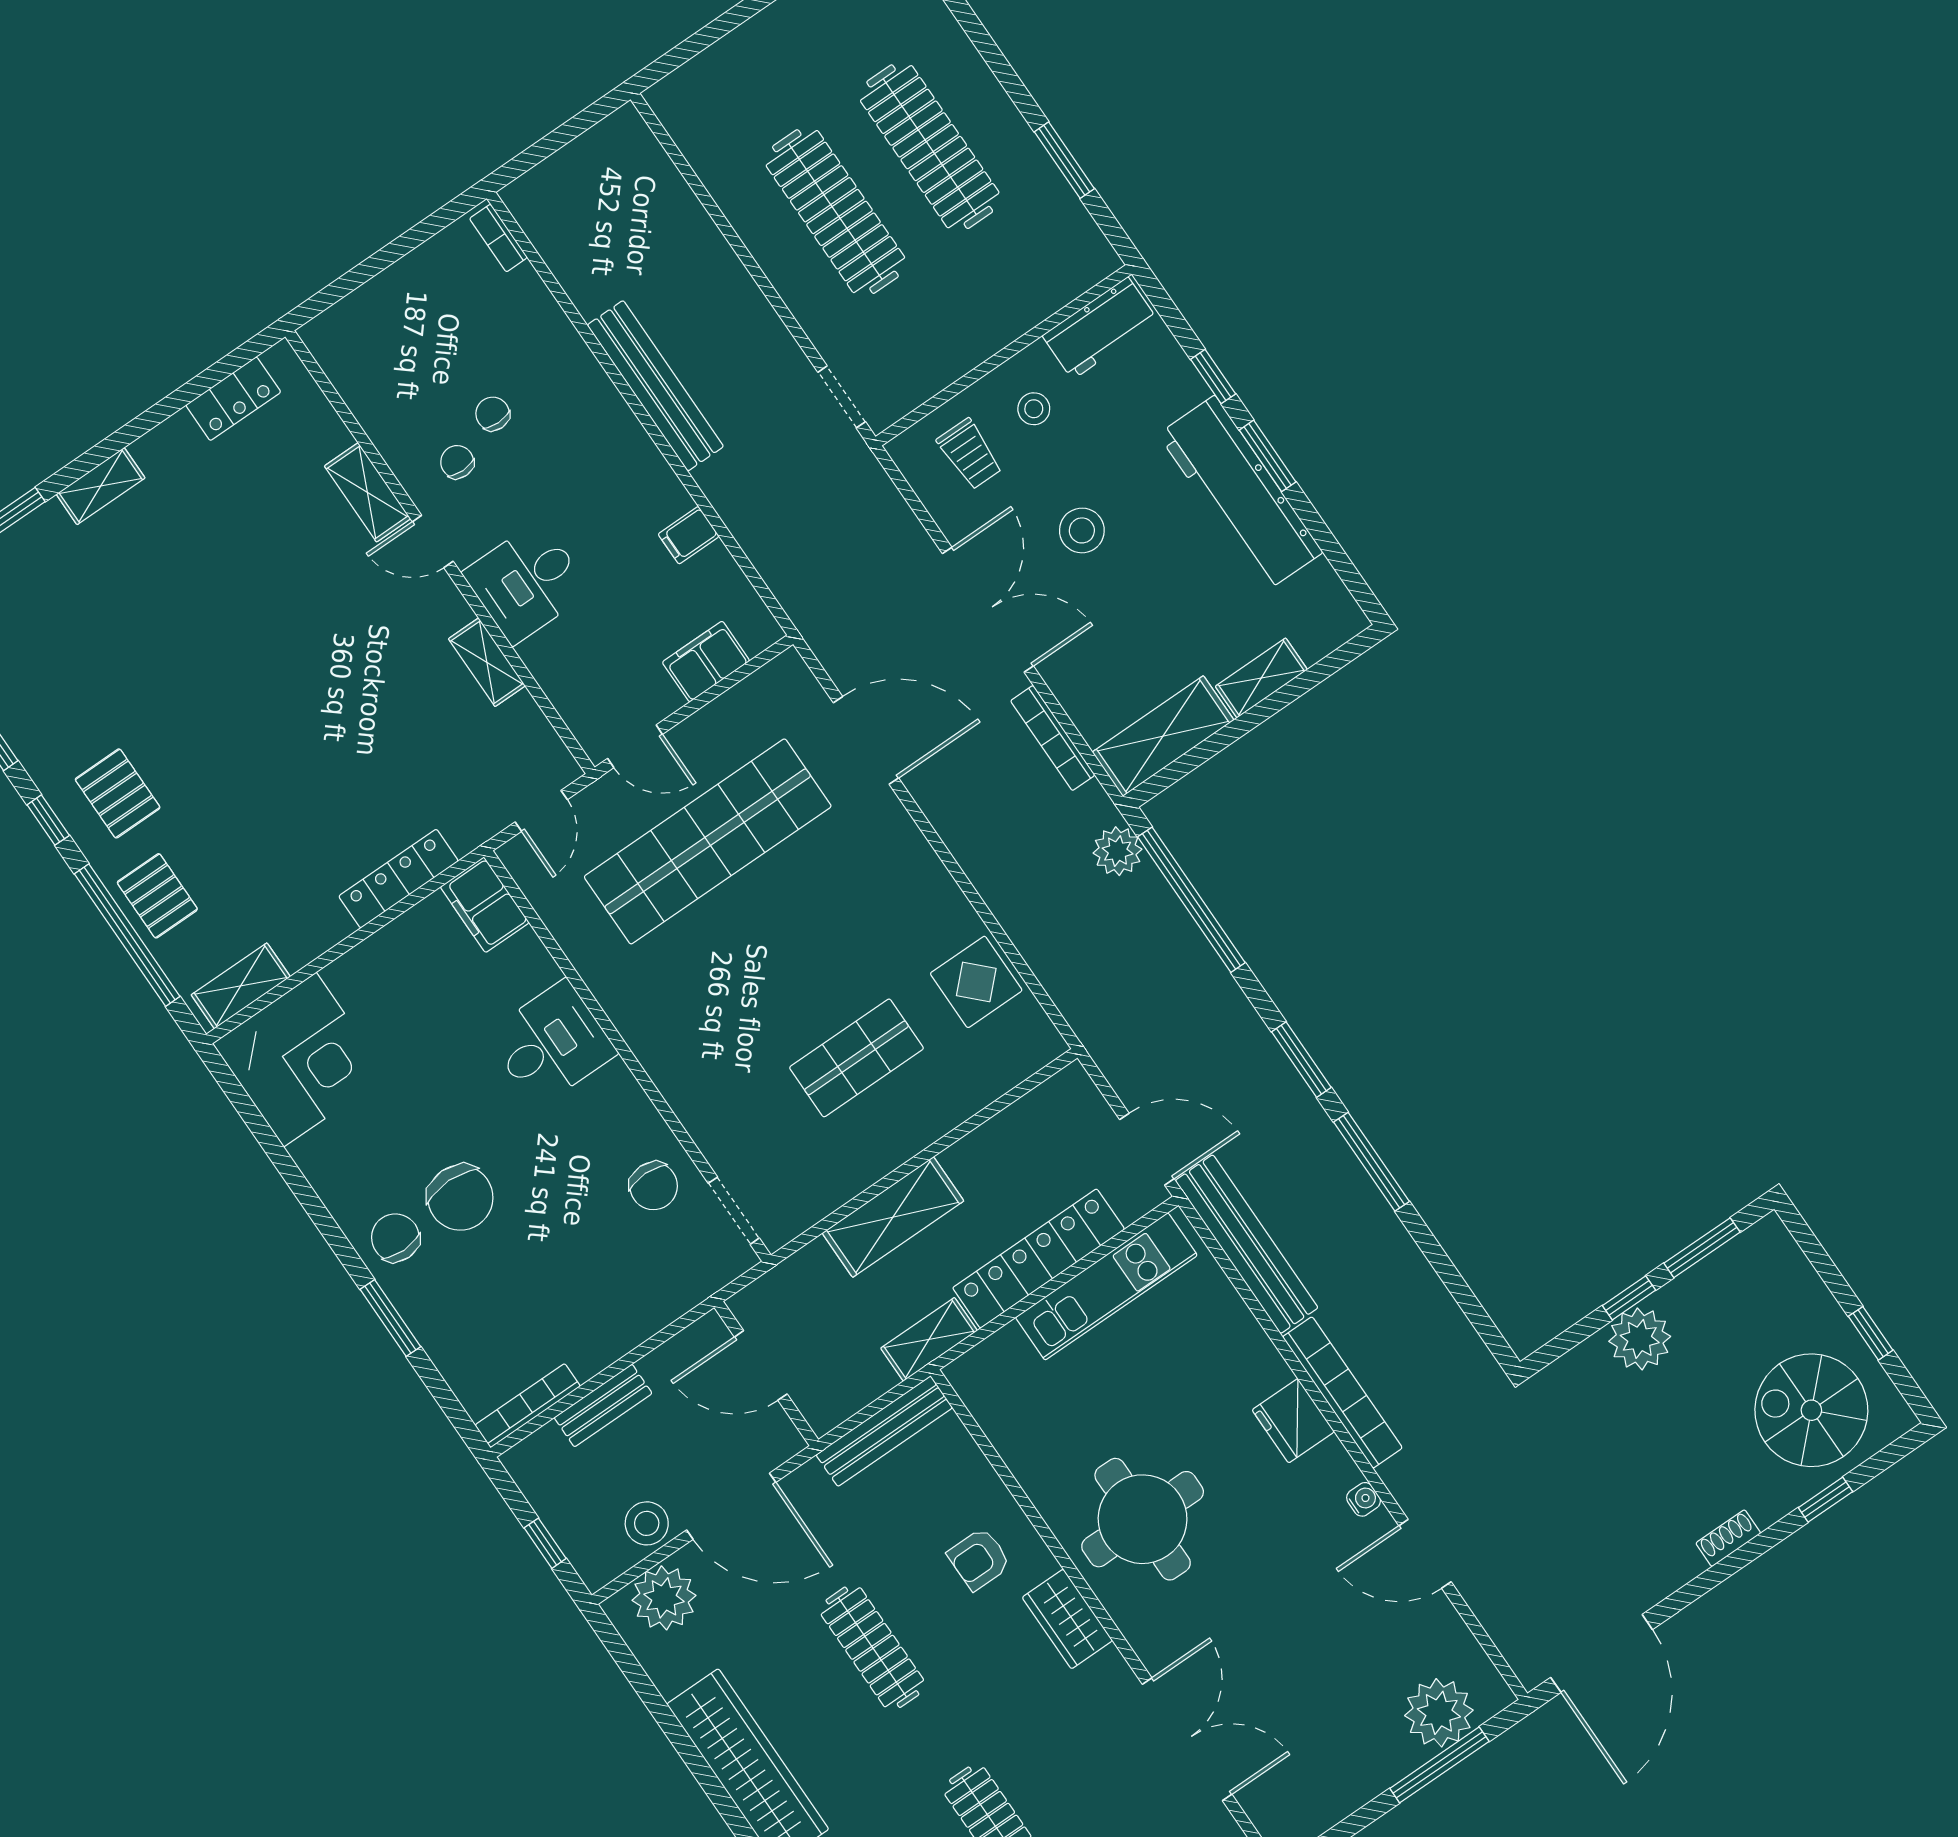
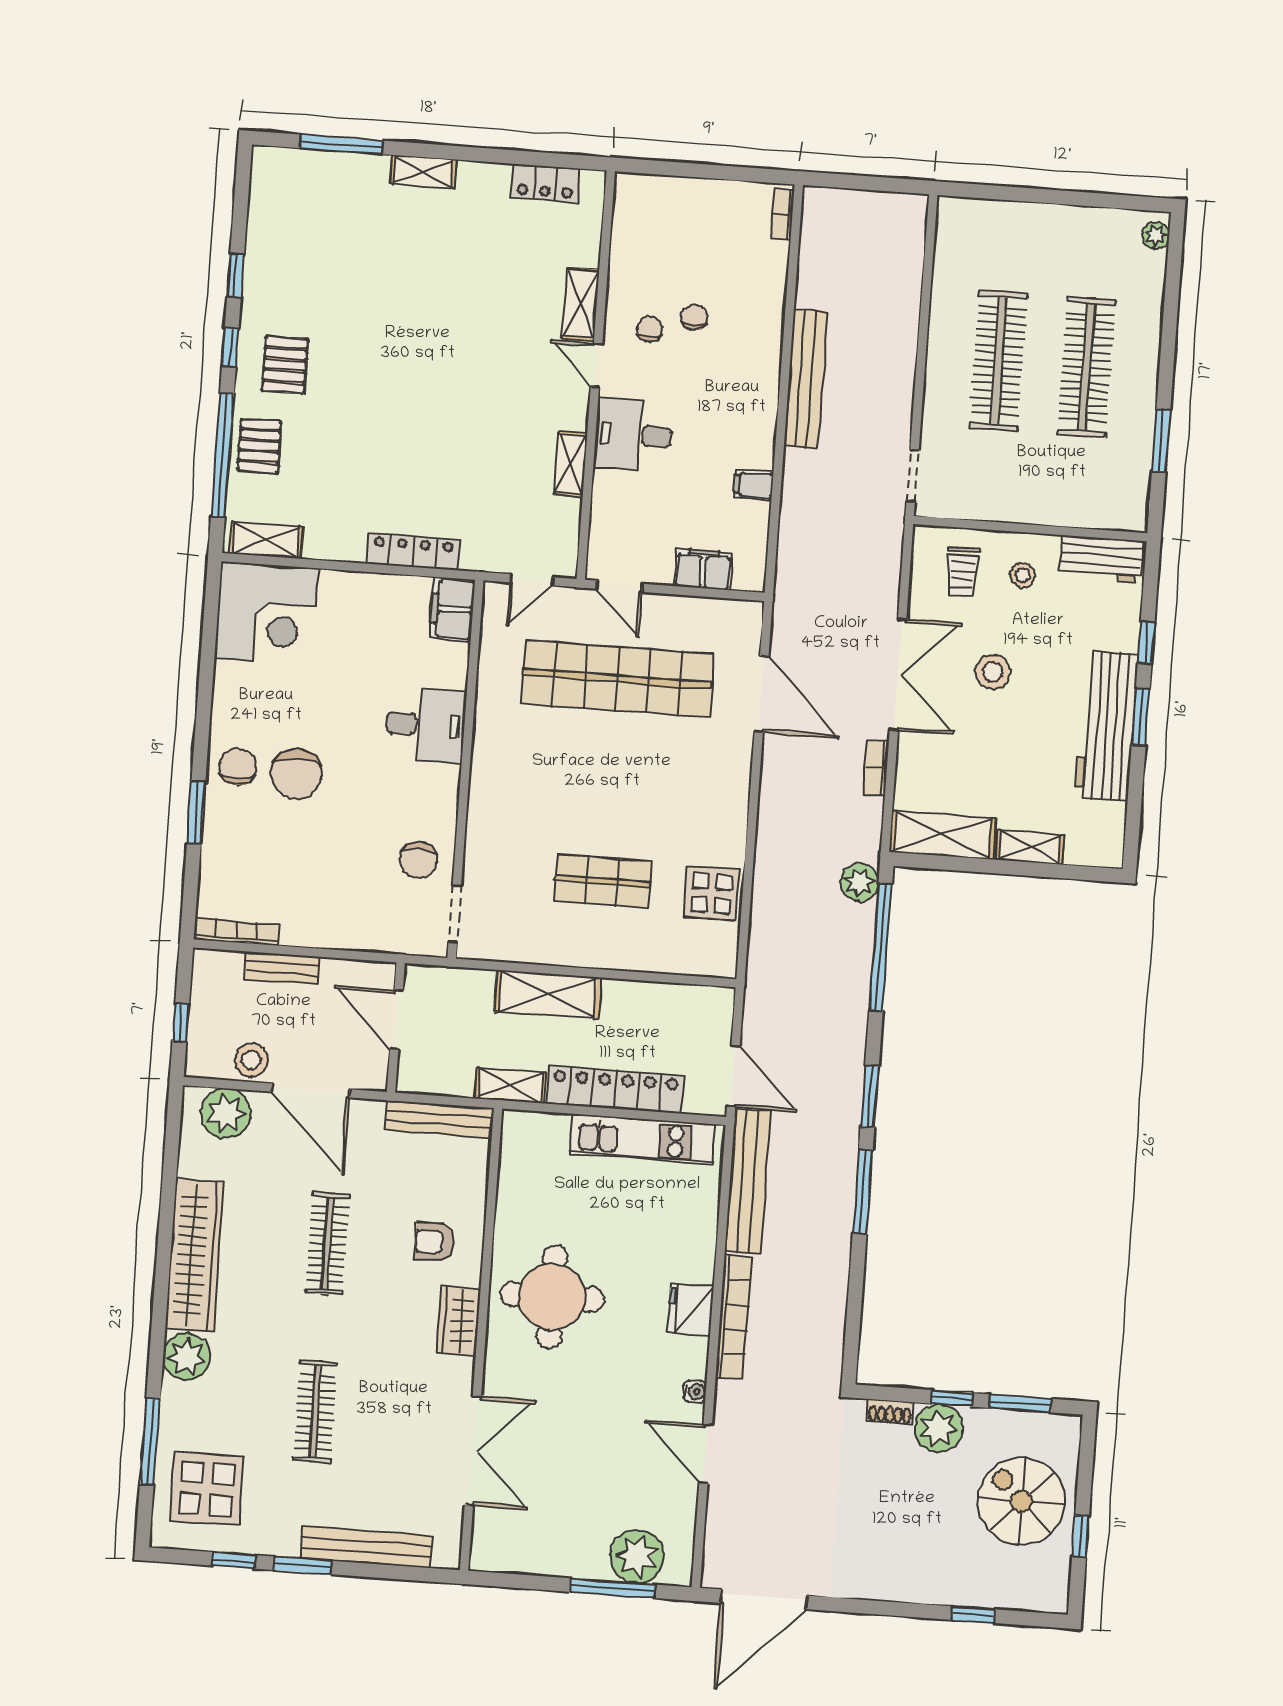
bookcase: (1053, 738) -> (876, 768), width x0.64
spiral stairs: (1811, 1410) -> (1022, 1501), moved
shoe rack: (1728, 1538) -> (890, 1412), moved, turned 180

